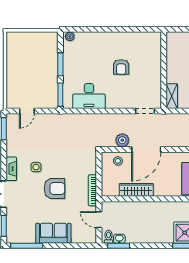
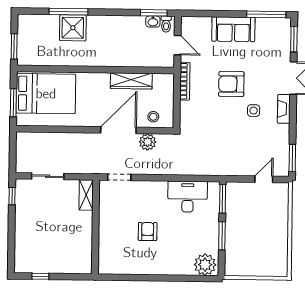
plant: (70, 36) -> (205, 265), width x1.88, depth x1.88

